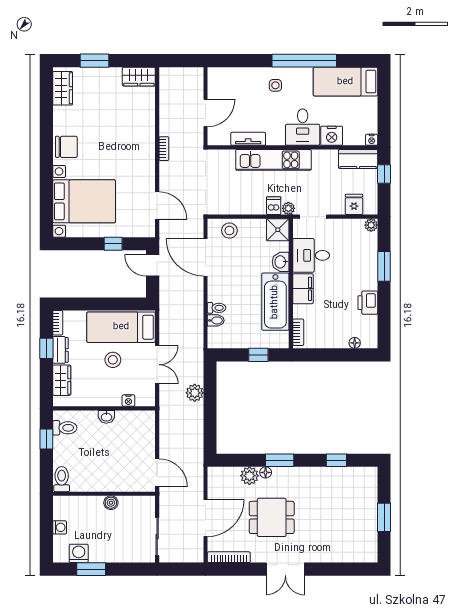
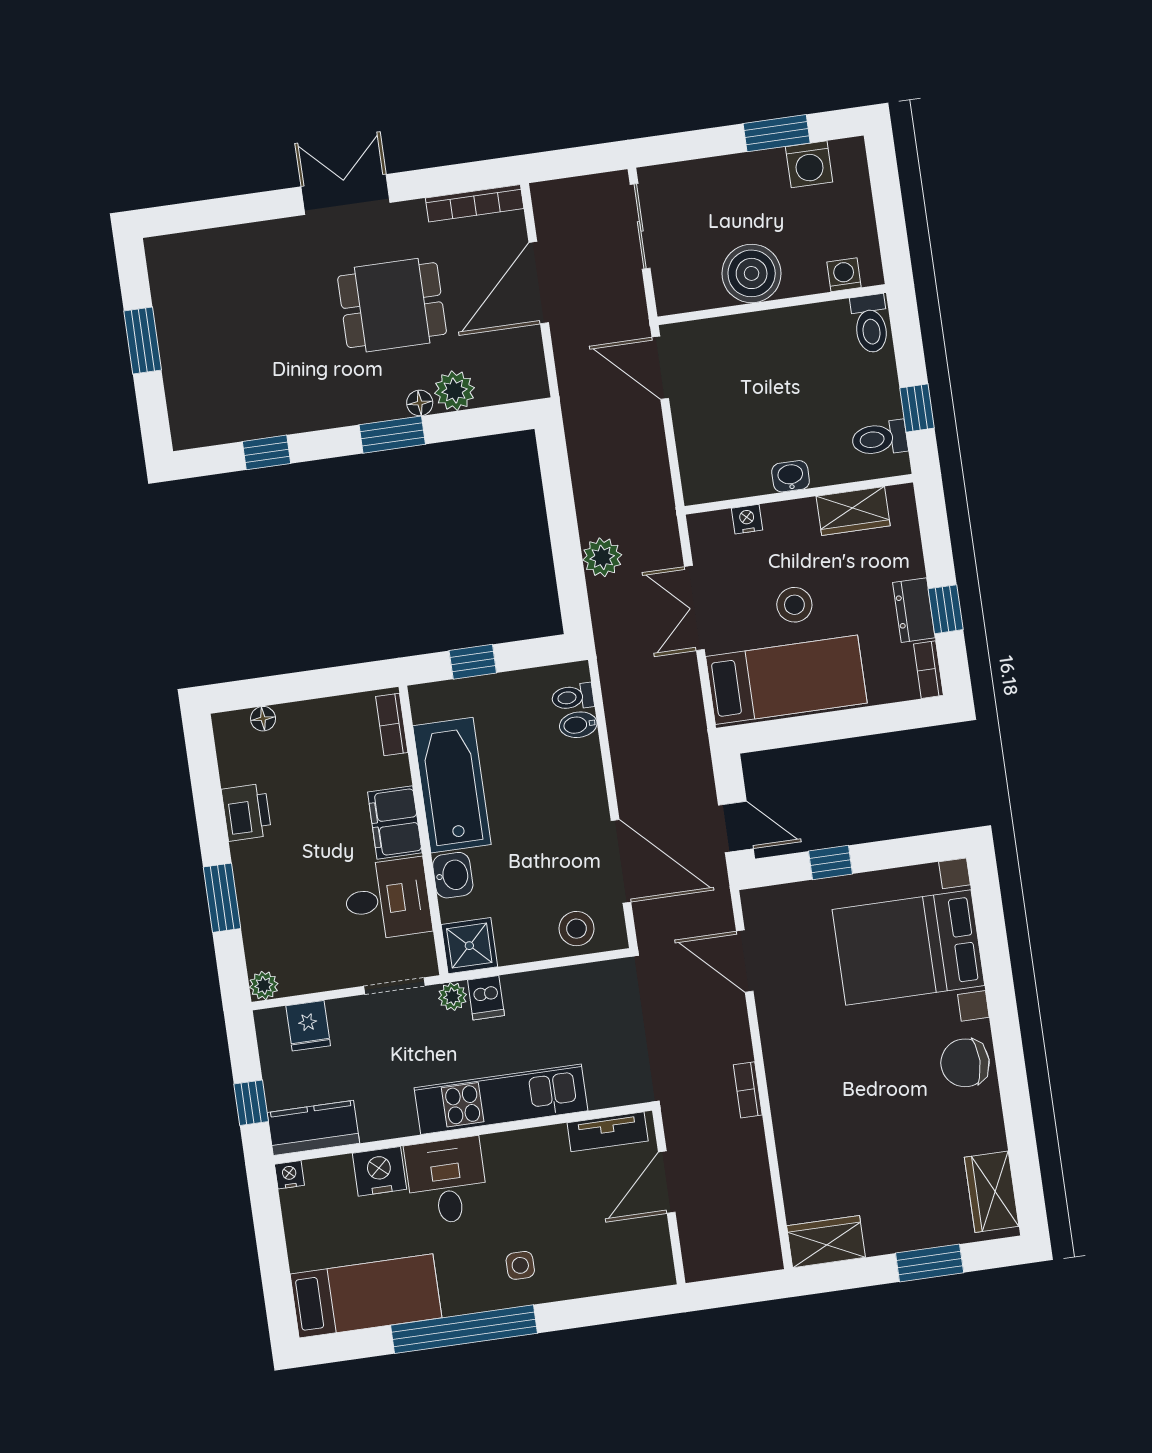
tv unit: (248, 139) -> (608, 1132), moved
toilet: (217, 308) -> (573, 697), moved
wardrobe: (62, 380) -> (853, 511), moved, turned -90
boiler: (111, 503) -> (752, 273), width x1.86, depth x1.86
washing machine: (60, 527) -> (844, 275), moved, turned 90

